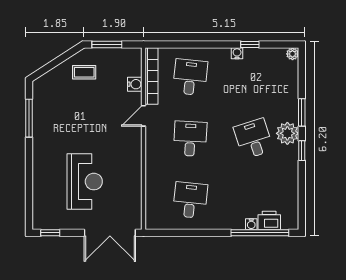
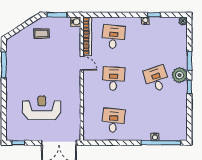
water cooler: (135, 84) -> (76, 22), moved
door: (143, 116) -> (82, 63), swing flipped
reception desk: (85, 182) -> (42, 108), turned -90
printer: (269, 220) -> (167, 134), removed

